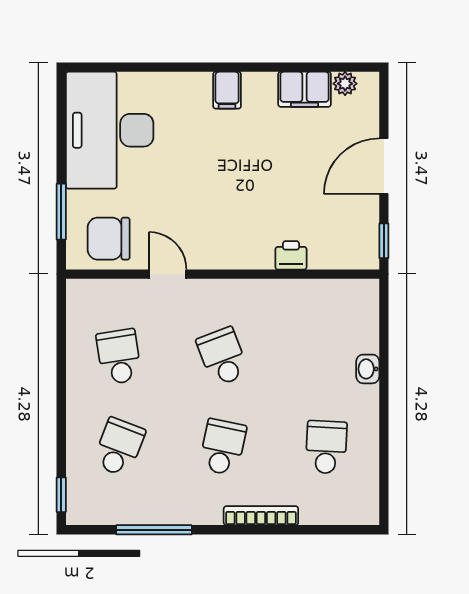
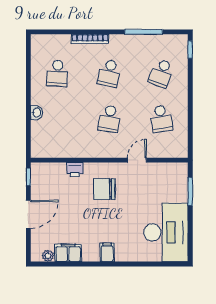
chair: (109, 239) -> (104, 189), moved, turned 180
door: (168, 274) -> (137, 160), swing flipped
school desk: (223, 357) -> (109, 119), turned 30

